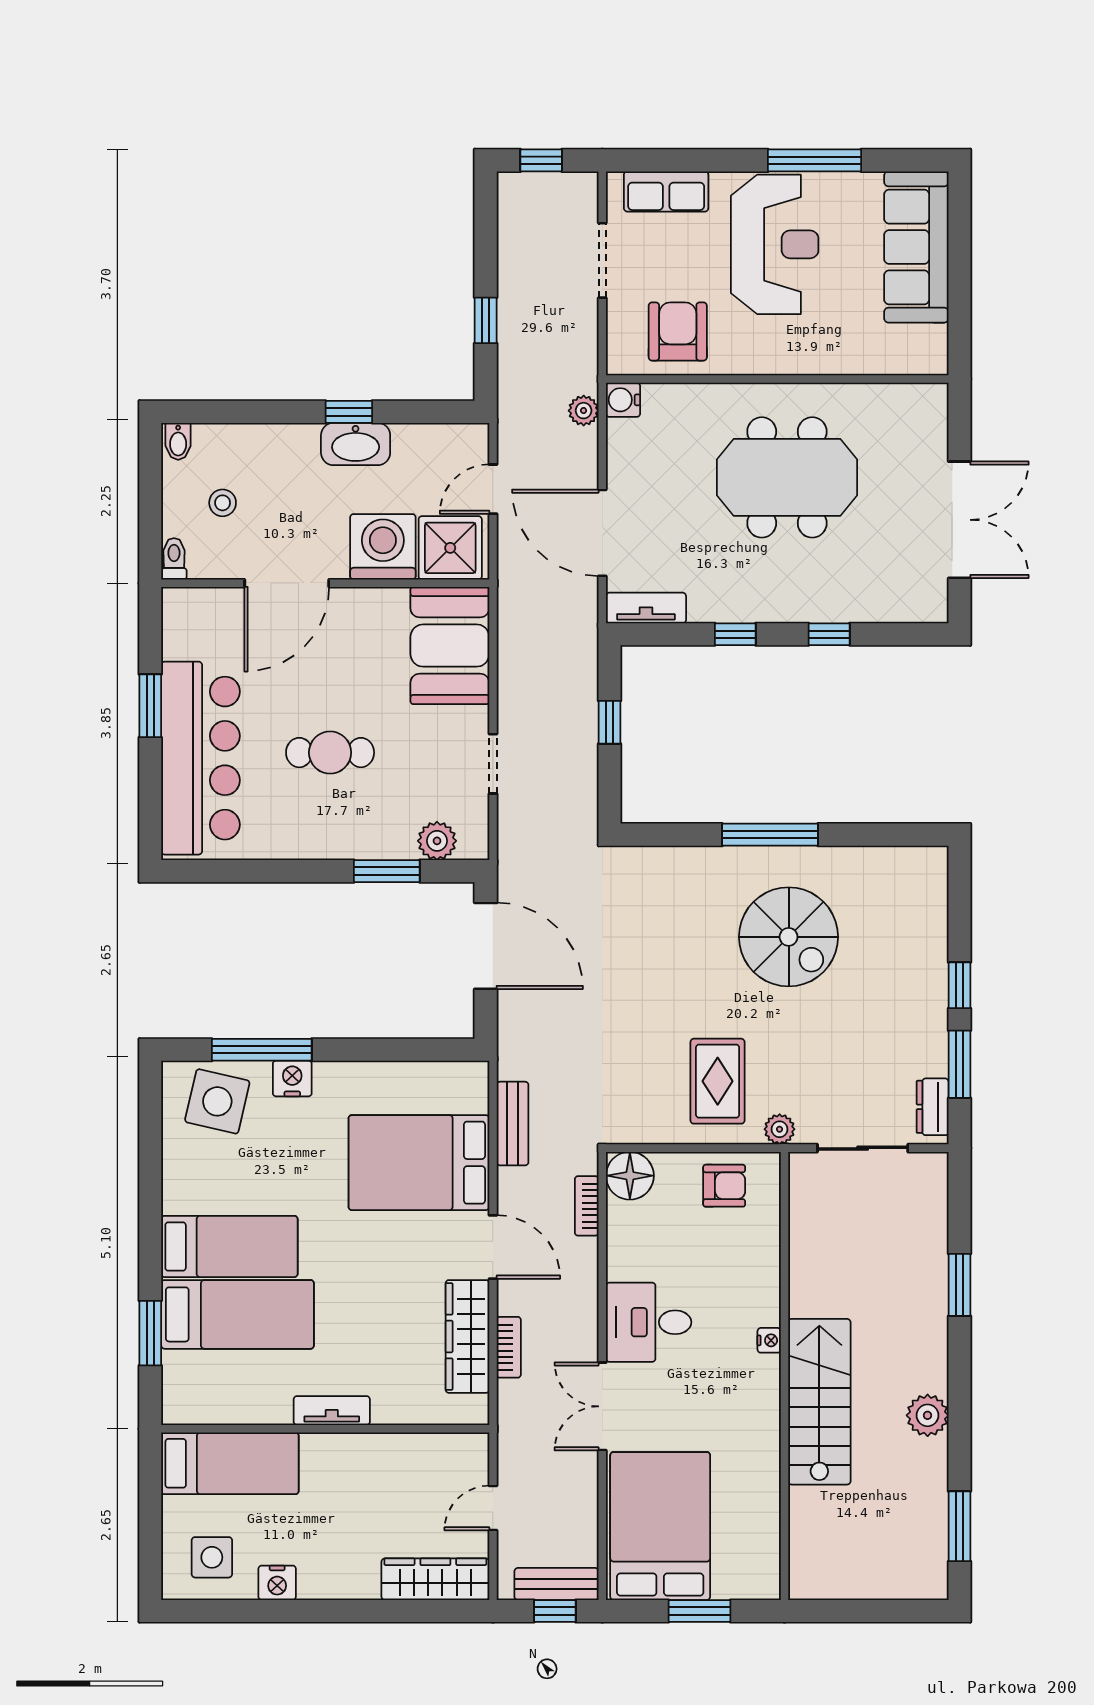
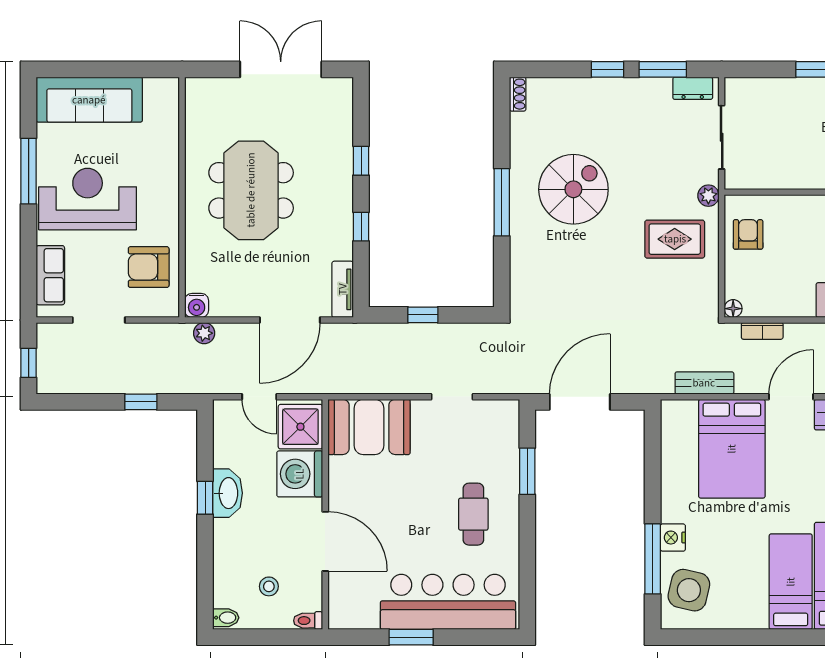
cafe table: (330, 753) -> (473, 514), moved
plant: (437, 841) -> (506, 436), removed
shoe rack: (924, 857) -> (518, 94), added
floor lamp: (630, 1176) -> (733, 309), width x0.53, depth x0.53

